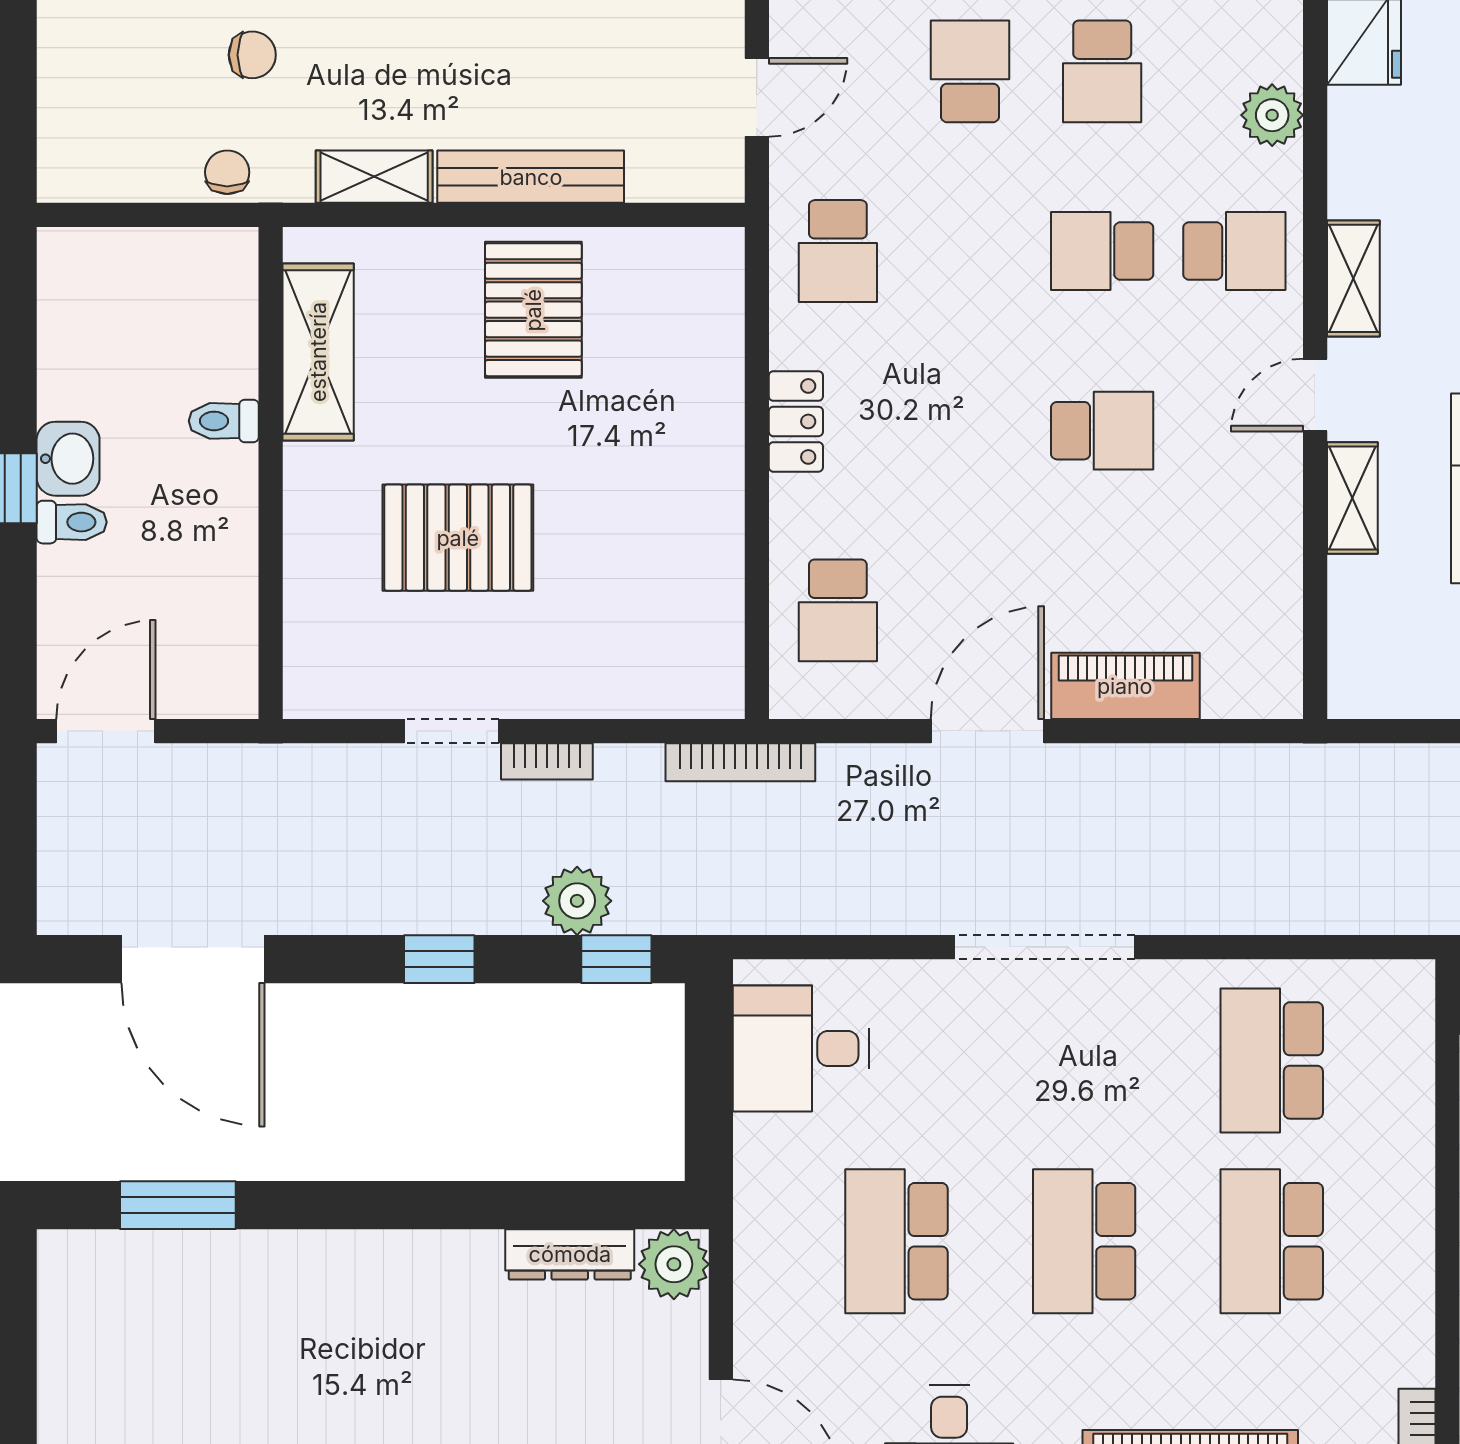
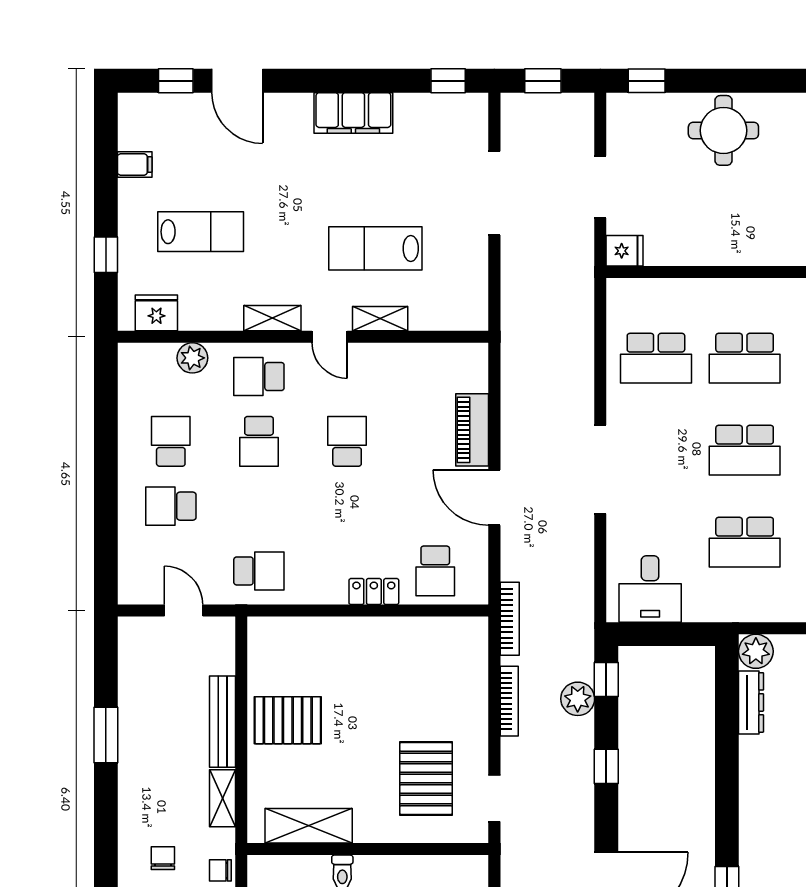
school desk: (1102, 71) -> (171, 441), turned -90
school desk: (1234, 251) -> (259, 377), turned -90
locker: (796, 421) -> (374, 592), moved
pallet: (458, 538) -> (426, 779), moved
school desk: (838, 610) -> (435, 571), turned 90
doorway: (452, 731) -> (494, 798), moved
bookcase: (547, 761) -> (509, 701), width x1.56

